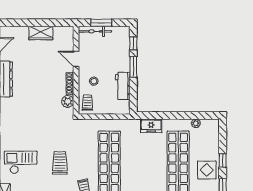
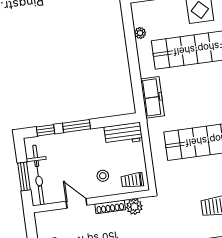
bicycle: (95, 31) -> (38, 175), width x1.37, depth x1.40
door: (76, 59) -> (77, 203), swing flipped
workbench: (123, 86) -> (123, 134), moved
freezer: (151, 126) -> (152, 97), width x1.40

